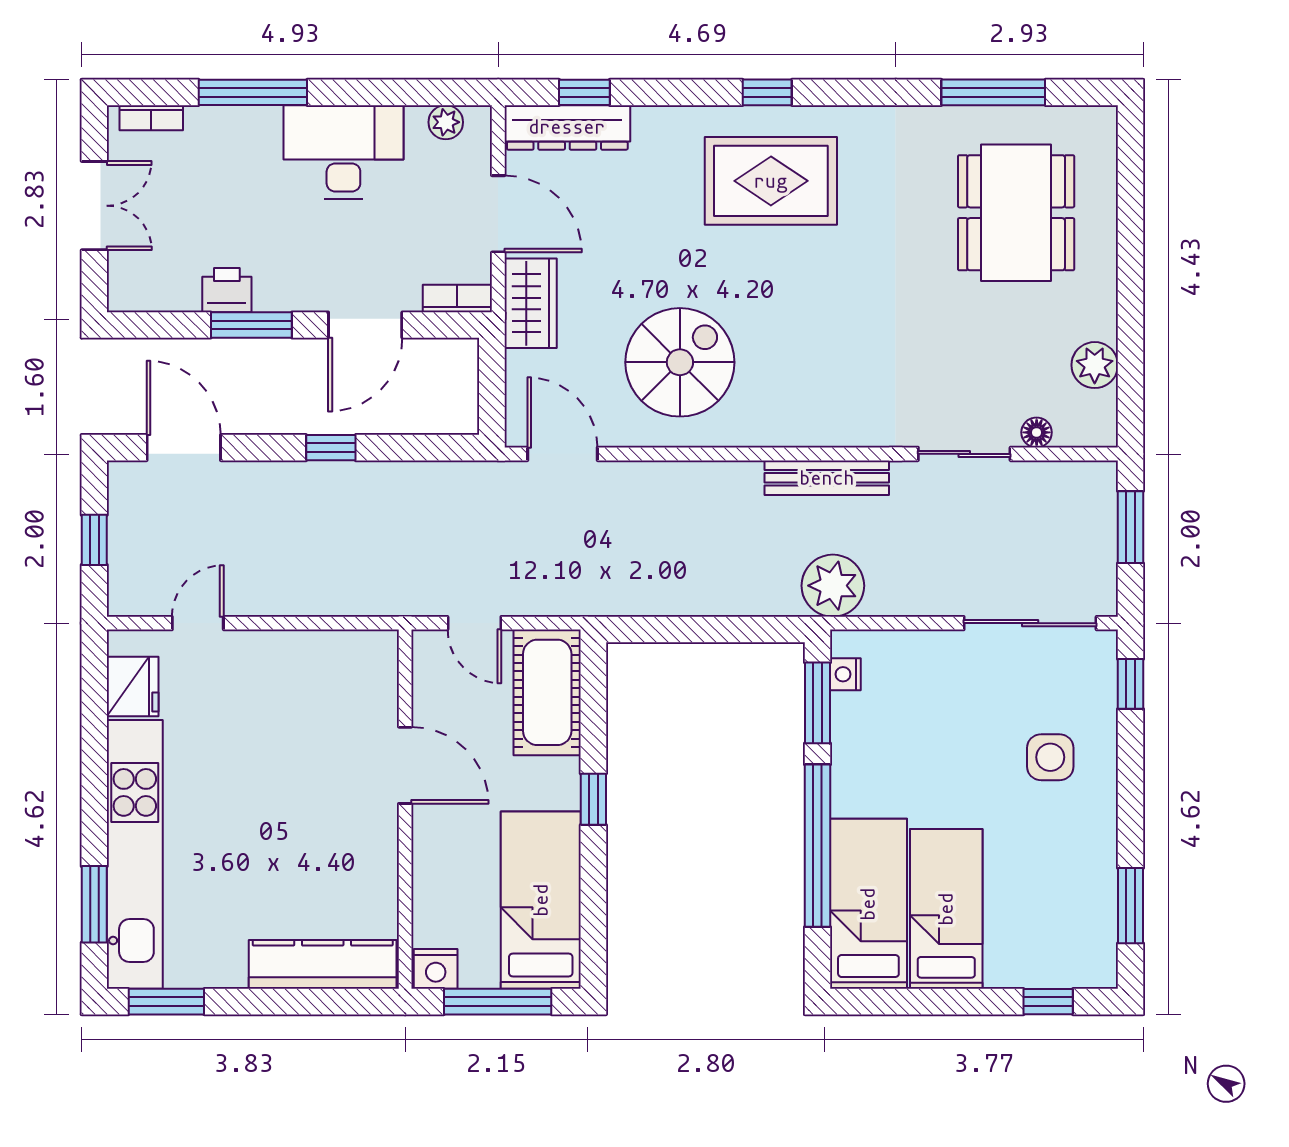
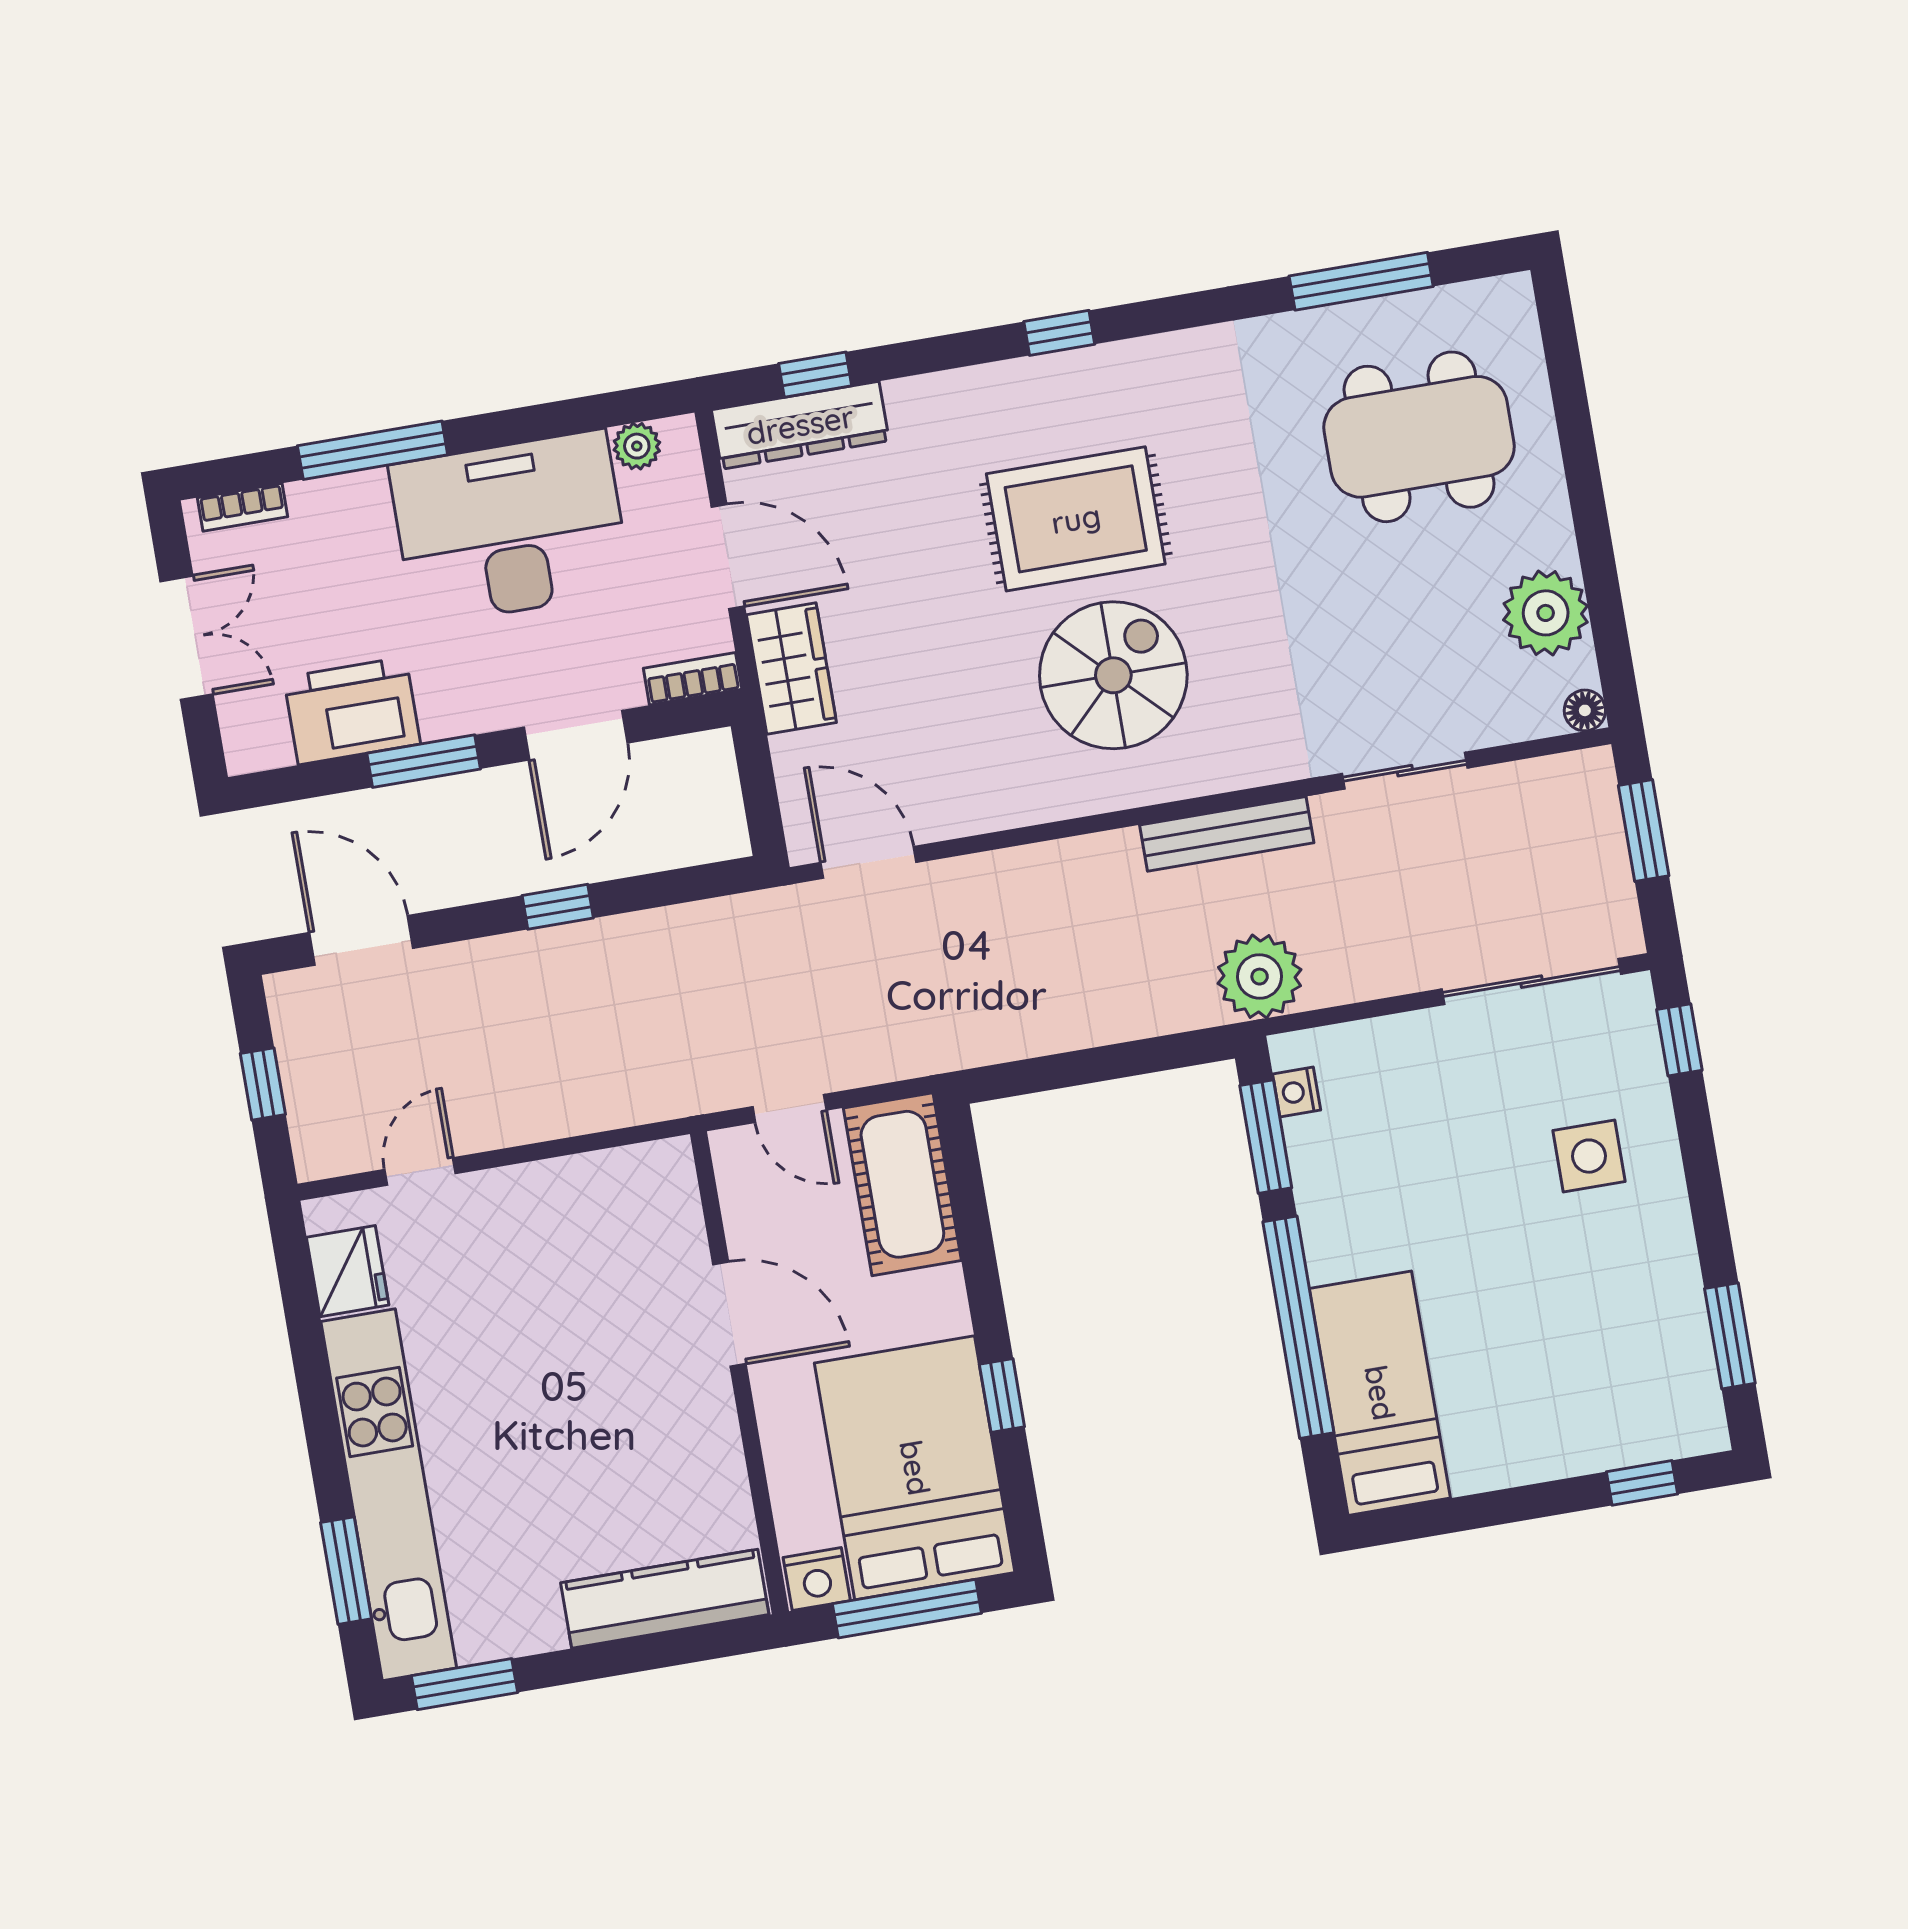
desk: (343, 152) -> (510, 528), width x1.36, depth x1.30
rug: (771, 181) -> (1076, 519), moved
dining table: (1016, 213) -> (1419, 437), turned 90
printer: (227, 290) -> (352, 711), width x1.87, depth x1.48
spiral stairs: (680, 362) -> (1113, 675), moved
plant: (1095, 365) -> (1546, 613), width x1.36, depth x1.36
floor lamp: (1037, 432) -> (1585, 710), moved
window: (593, 799) -> (1002, 1395), moved
bed: (541, 900) -> (915, 1468), width x1.50
bed: (946, 909) -> (1485, 1382), removed

